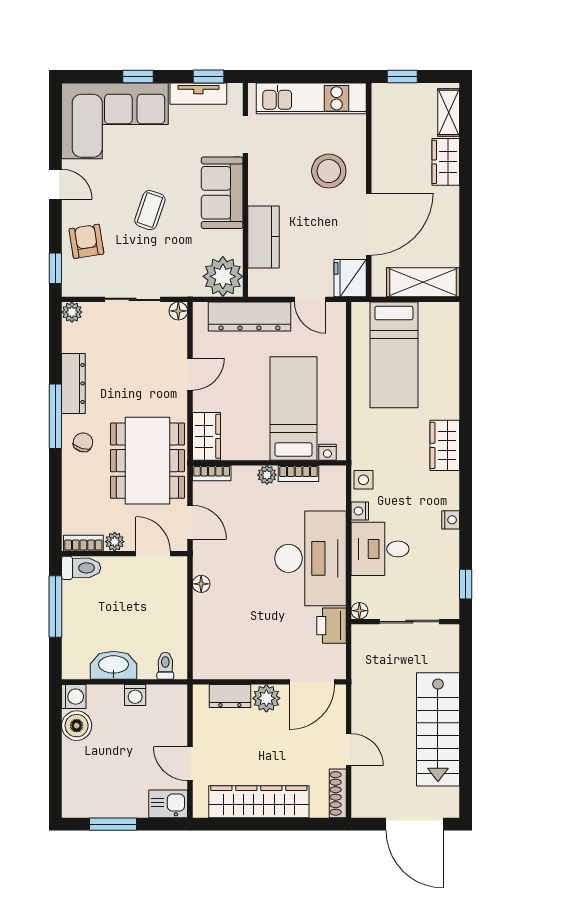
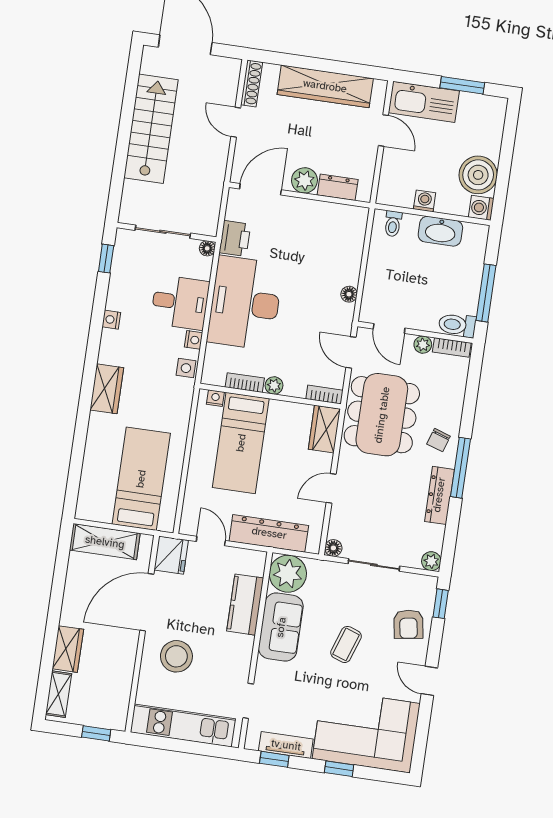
sofa: (222, 193) -> (281, 627), moved
boiler: (77, 726) -> (478, 175), width x1.37, depth x1.37
kitchen sink: (168, 804) -> (424, 102), width x1.88, depth x1.24

